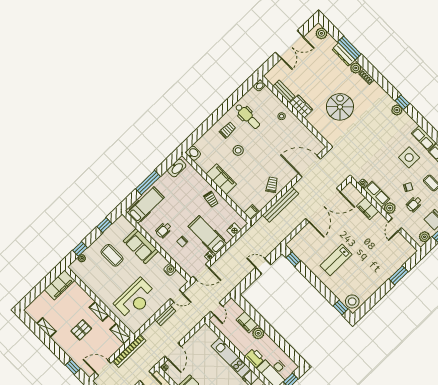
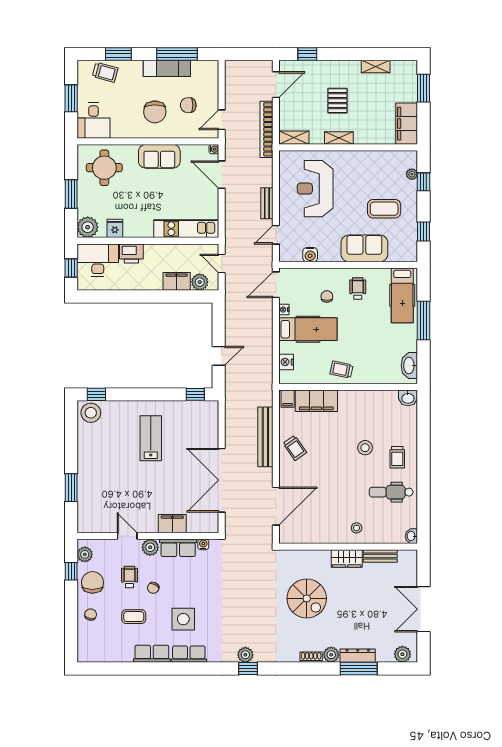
filing cabinet: (221, 179) -> (316, 401), moved
window: (34, 294) -> (423, 88), added
plant: (258, 333) -> (200, 282), moved
kitchen unit: (231, 358) -> (186, 229), moved

